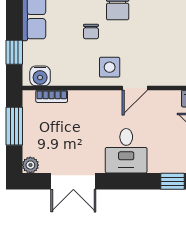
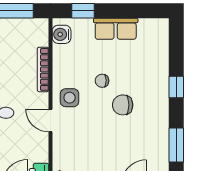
bookcase: (52, 96) -> (43, 69), moved, width x1.56

